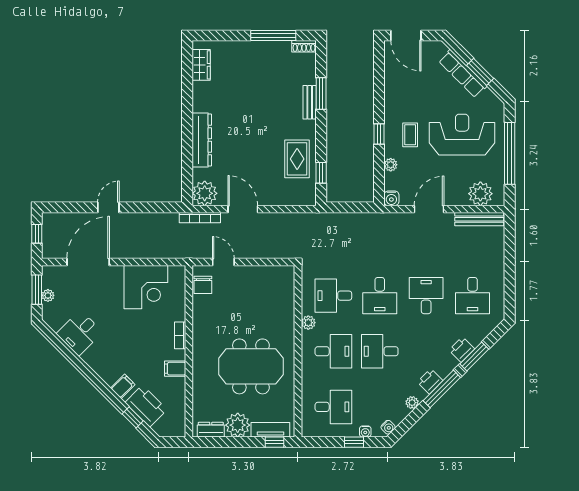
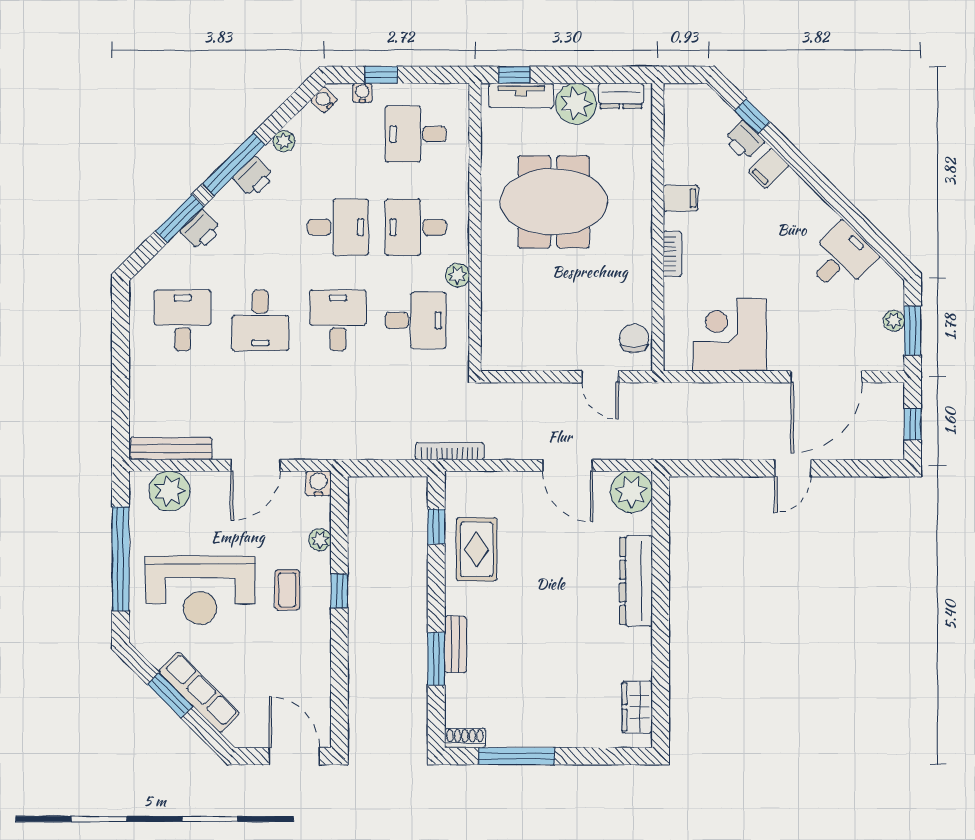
bookcase: (200, 218) -> (450, 451), moved
printer: (146, 406) -> (744, 140), width x0.53, depth x0.68

